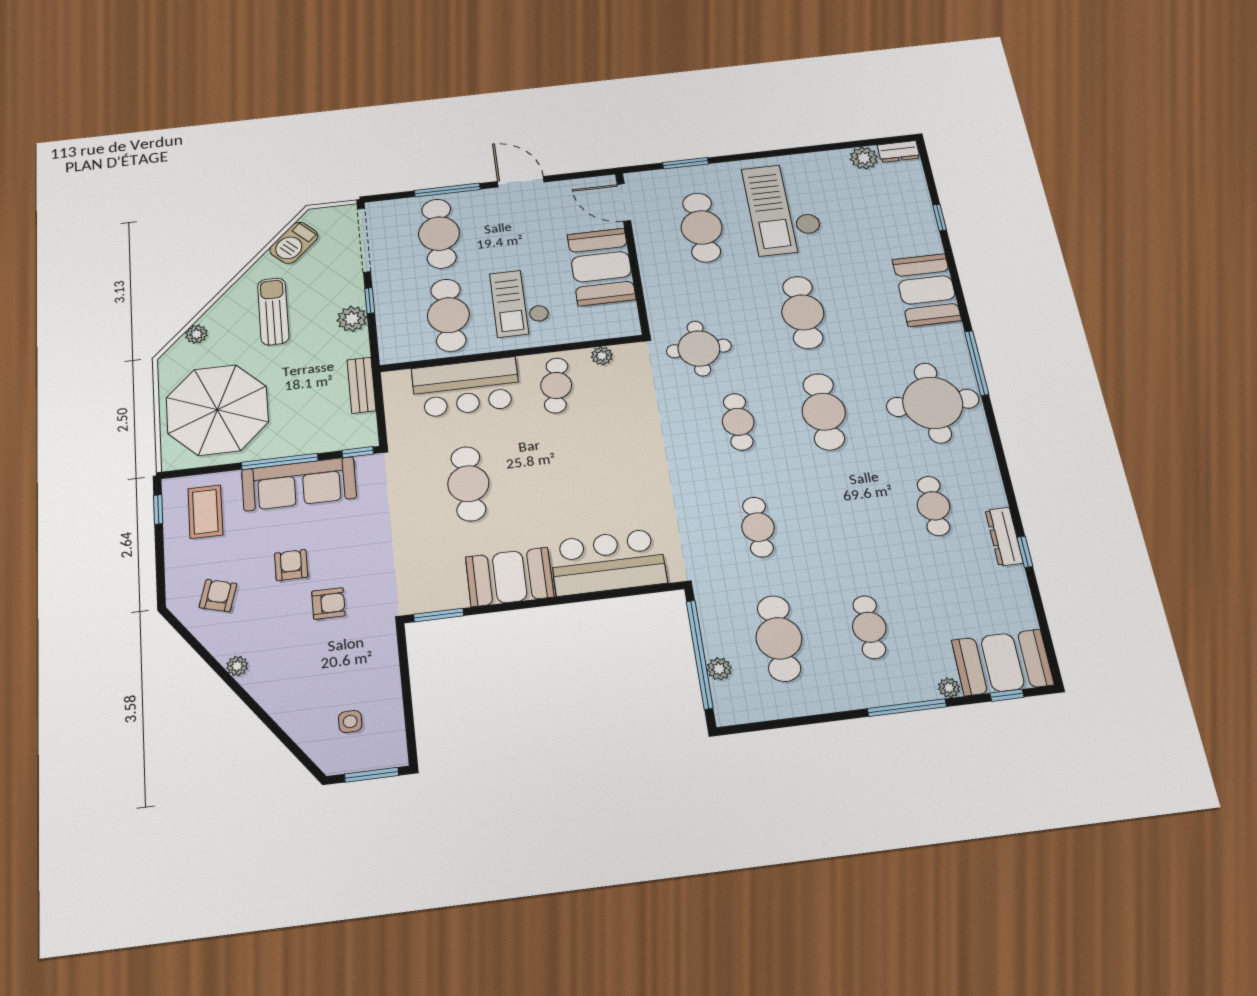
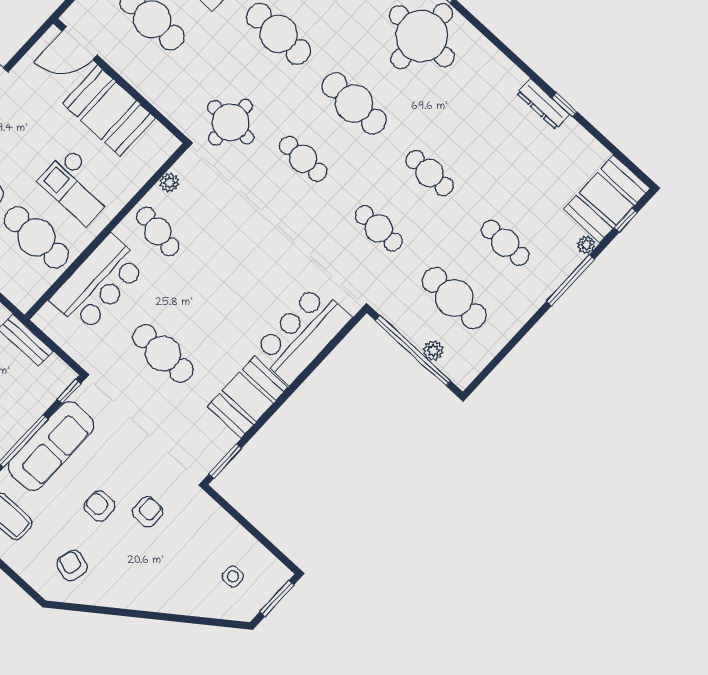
cafe table: (933, 506) -> (430, 173), moved
plant: (237, 666) -> (129, 600), removed

